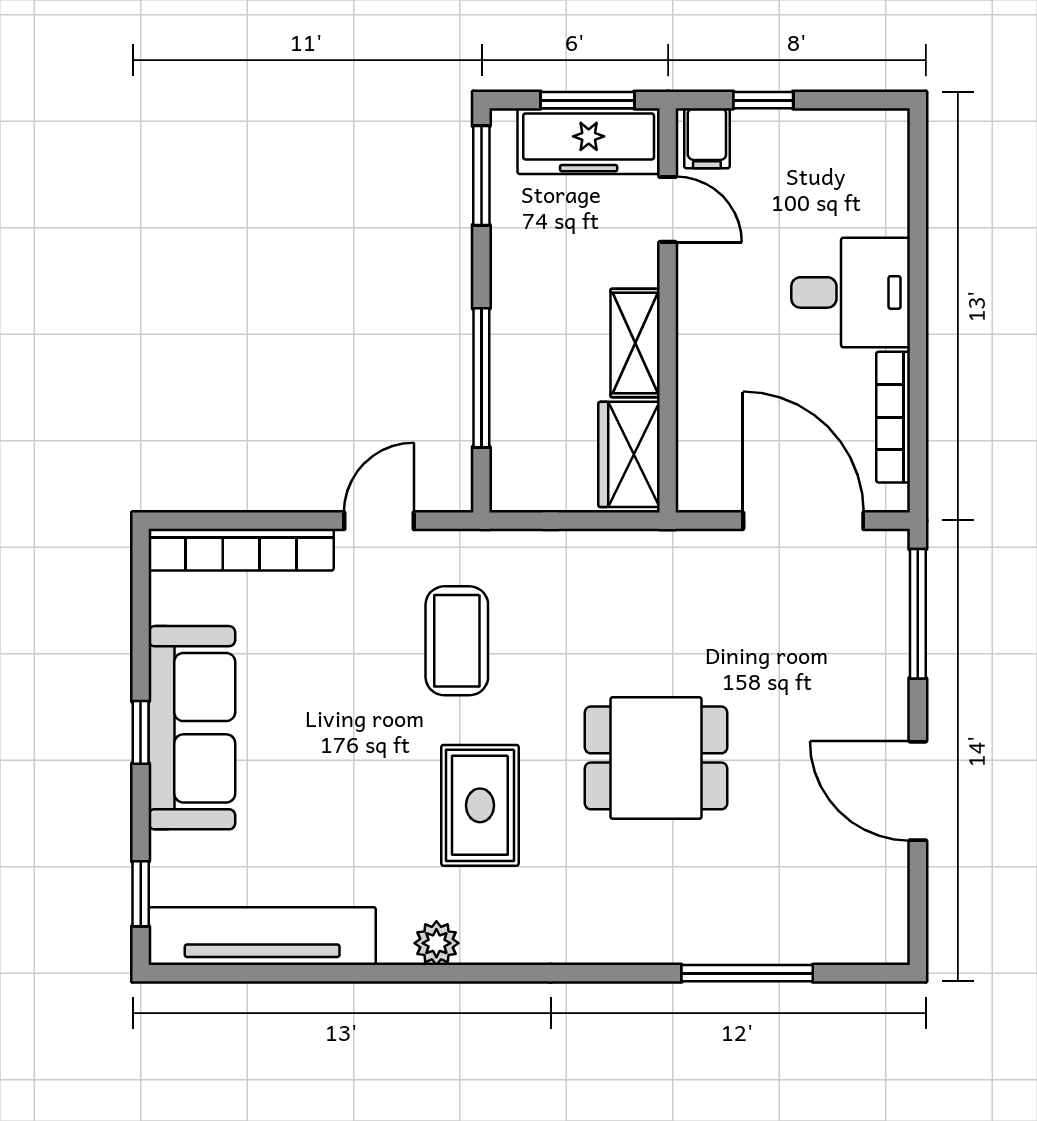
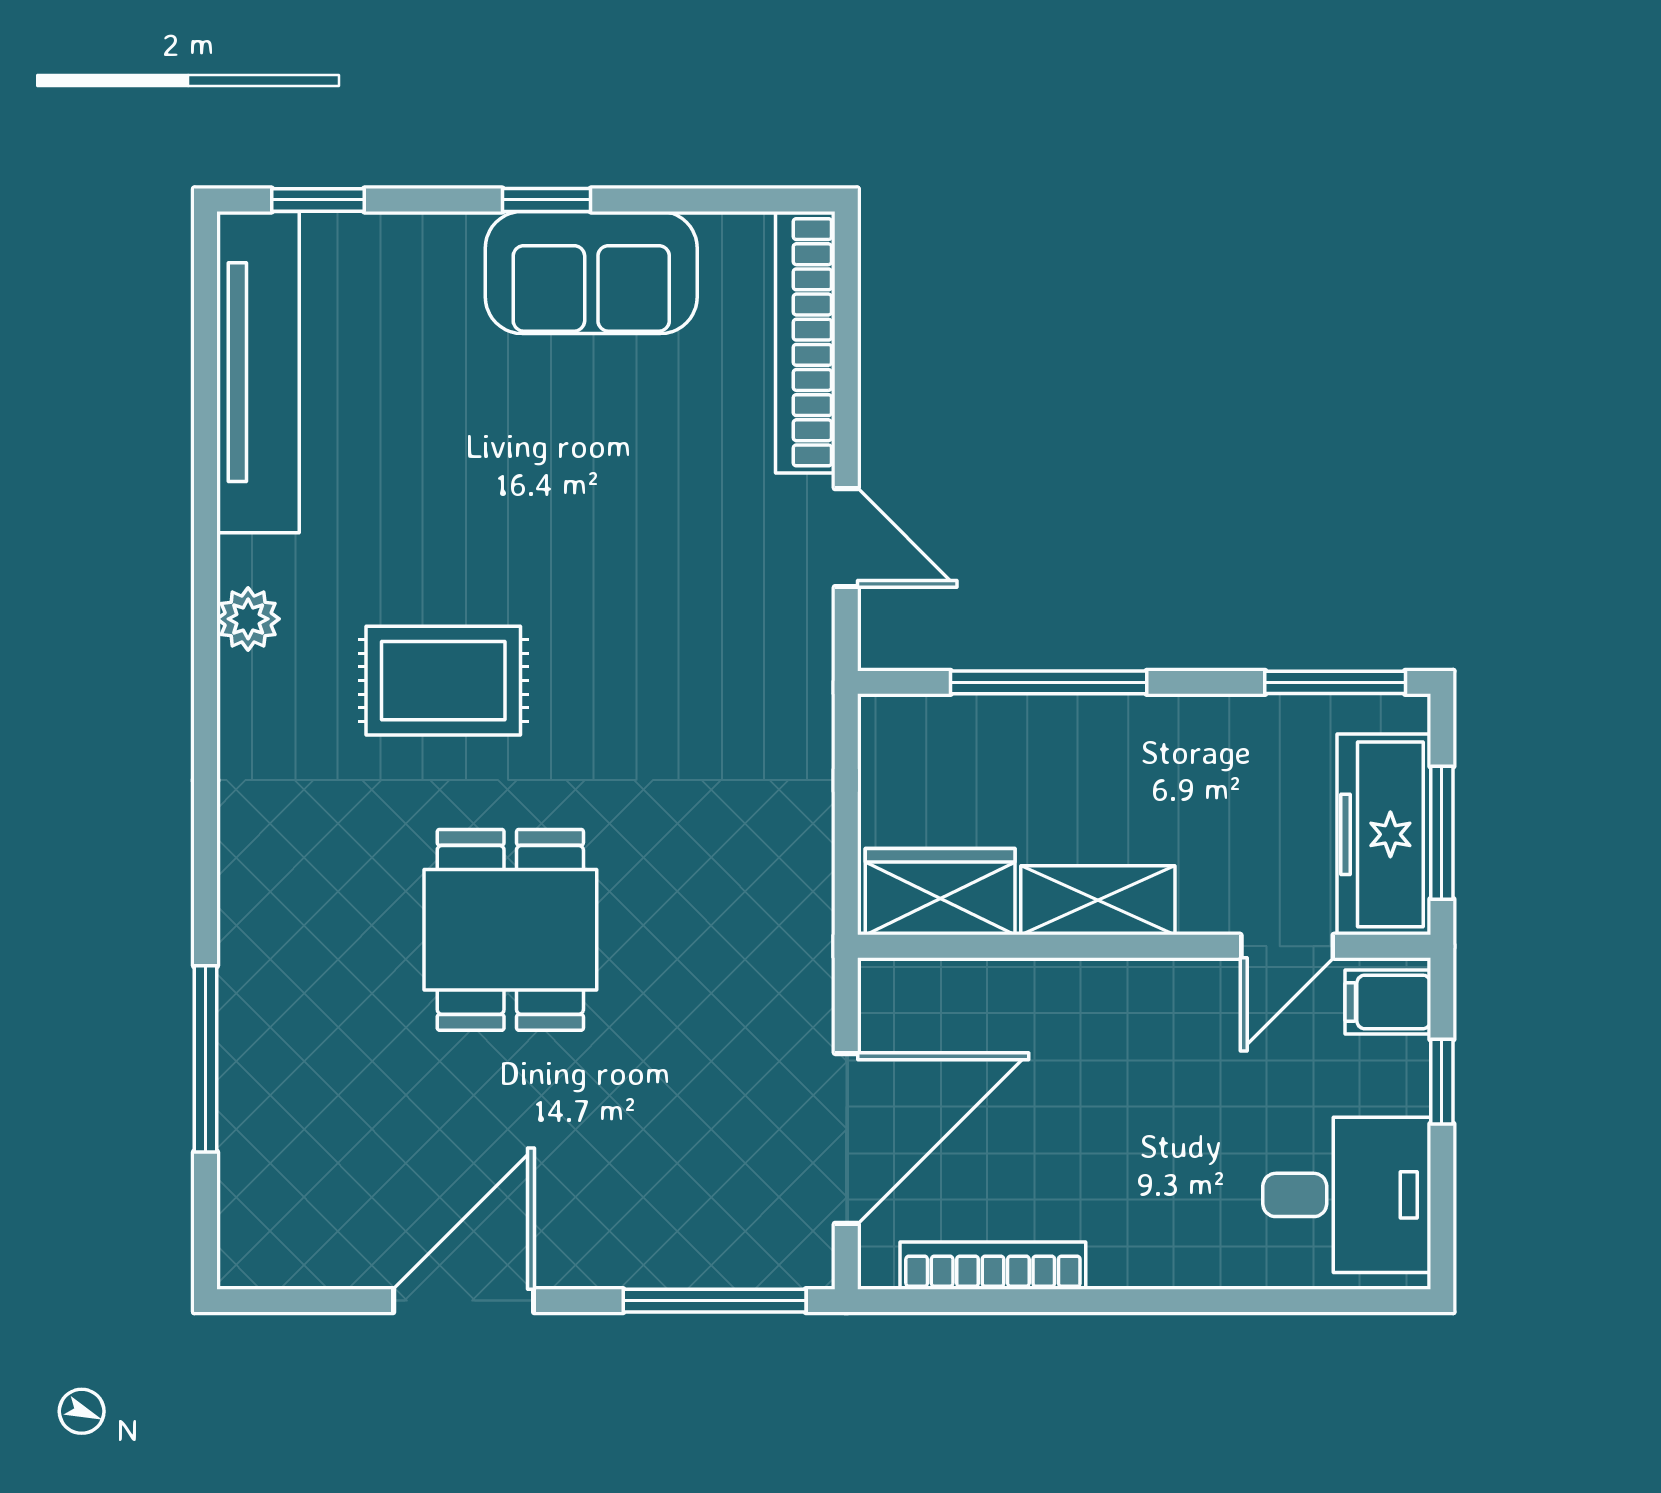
desk: (851, 292) -> (1347, 1195), moved, turned -90
coffee table: (457, 641) -> (676, 648), removed
sofa: (192, 728) -> (591, 272), width x0.73

